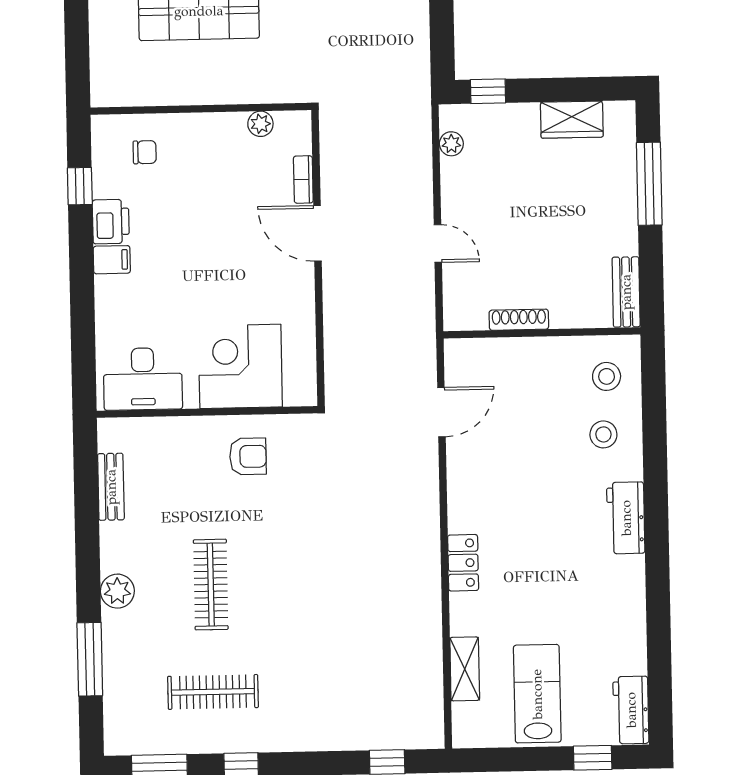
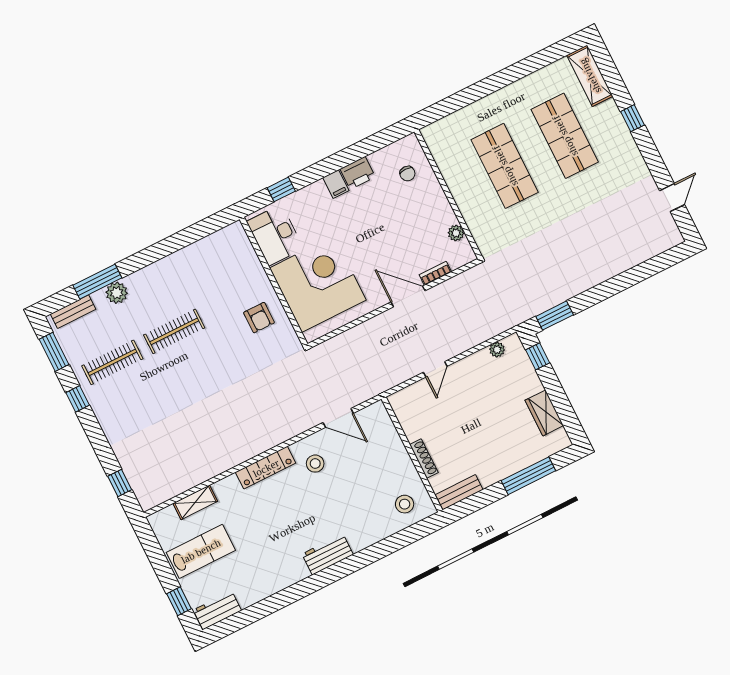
window: (442, 40) -> (555, 316), added
window: (80, 186) -> (281, 189), moved
door: (318, 233) -> (408, 296), hinge flipped
shoe rack: (519, 320) -> (424, 459), moved
corner desk: (240, 366) -> (318, 284), width x1.36, depth x1.36
stool: (603, 434) -> (315, 464), moved
bench: (111, 487) -> (73, 312), moved
locker: (463, 563) -> (266, 468), width x1.53
plant: (117, 591) -> (117, 293), moved
clothes rail: (213, 692) -> (112, 362), turned 90

